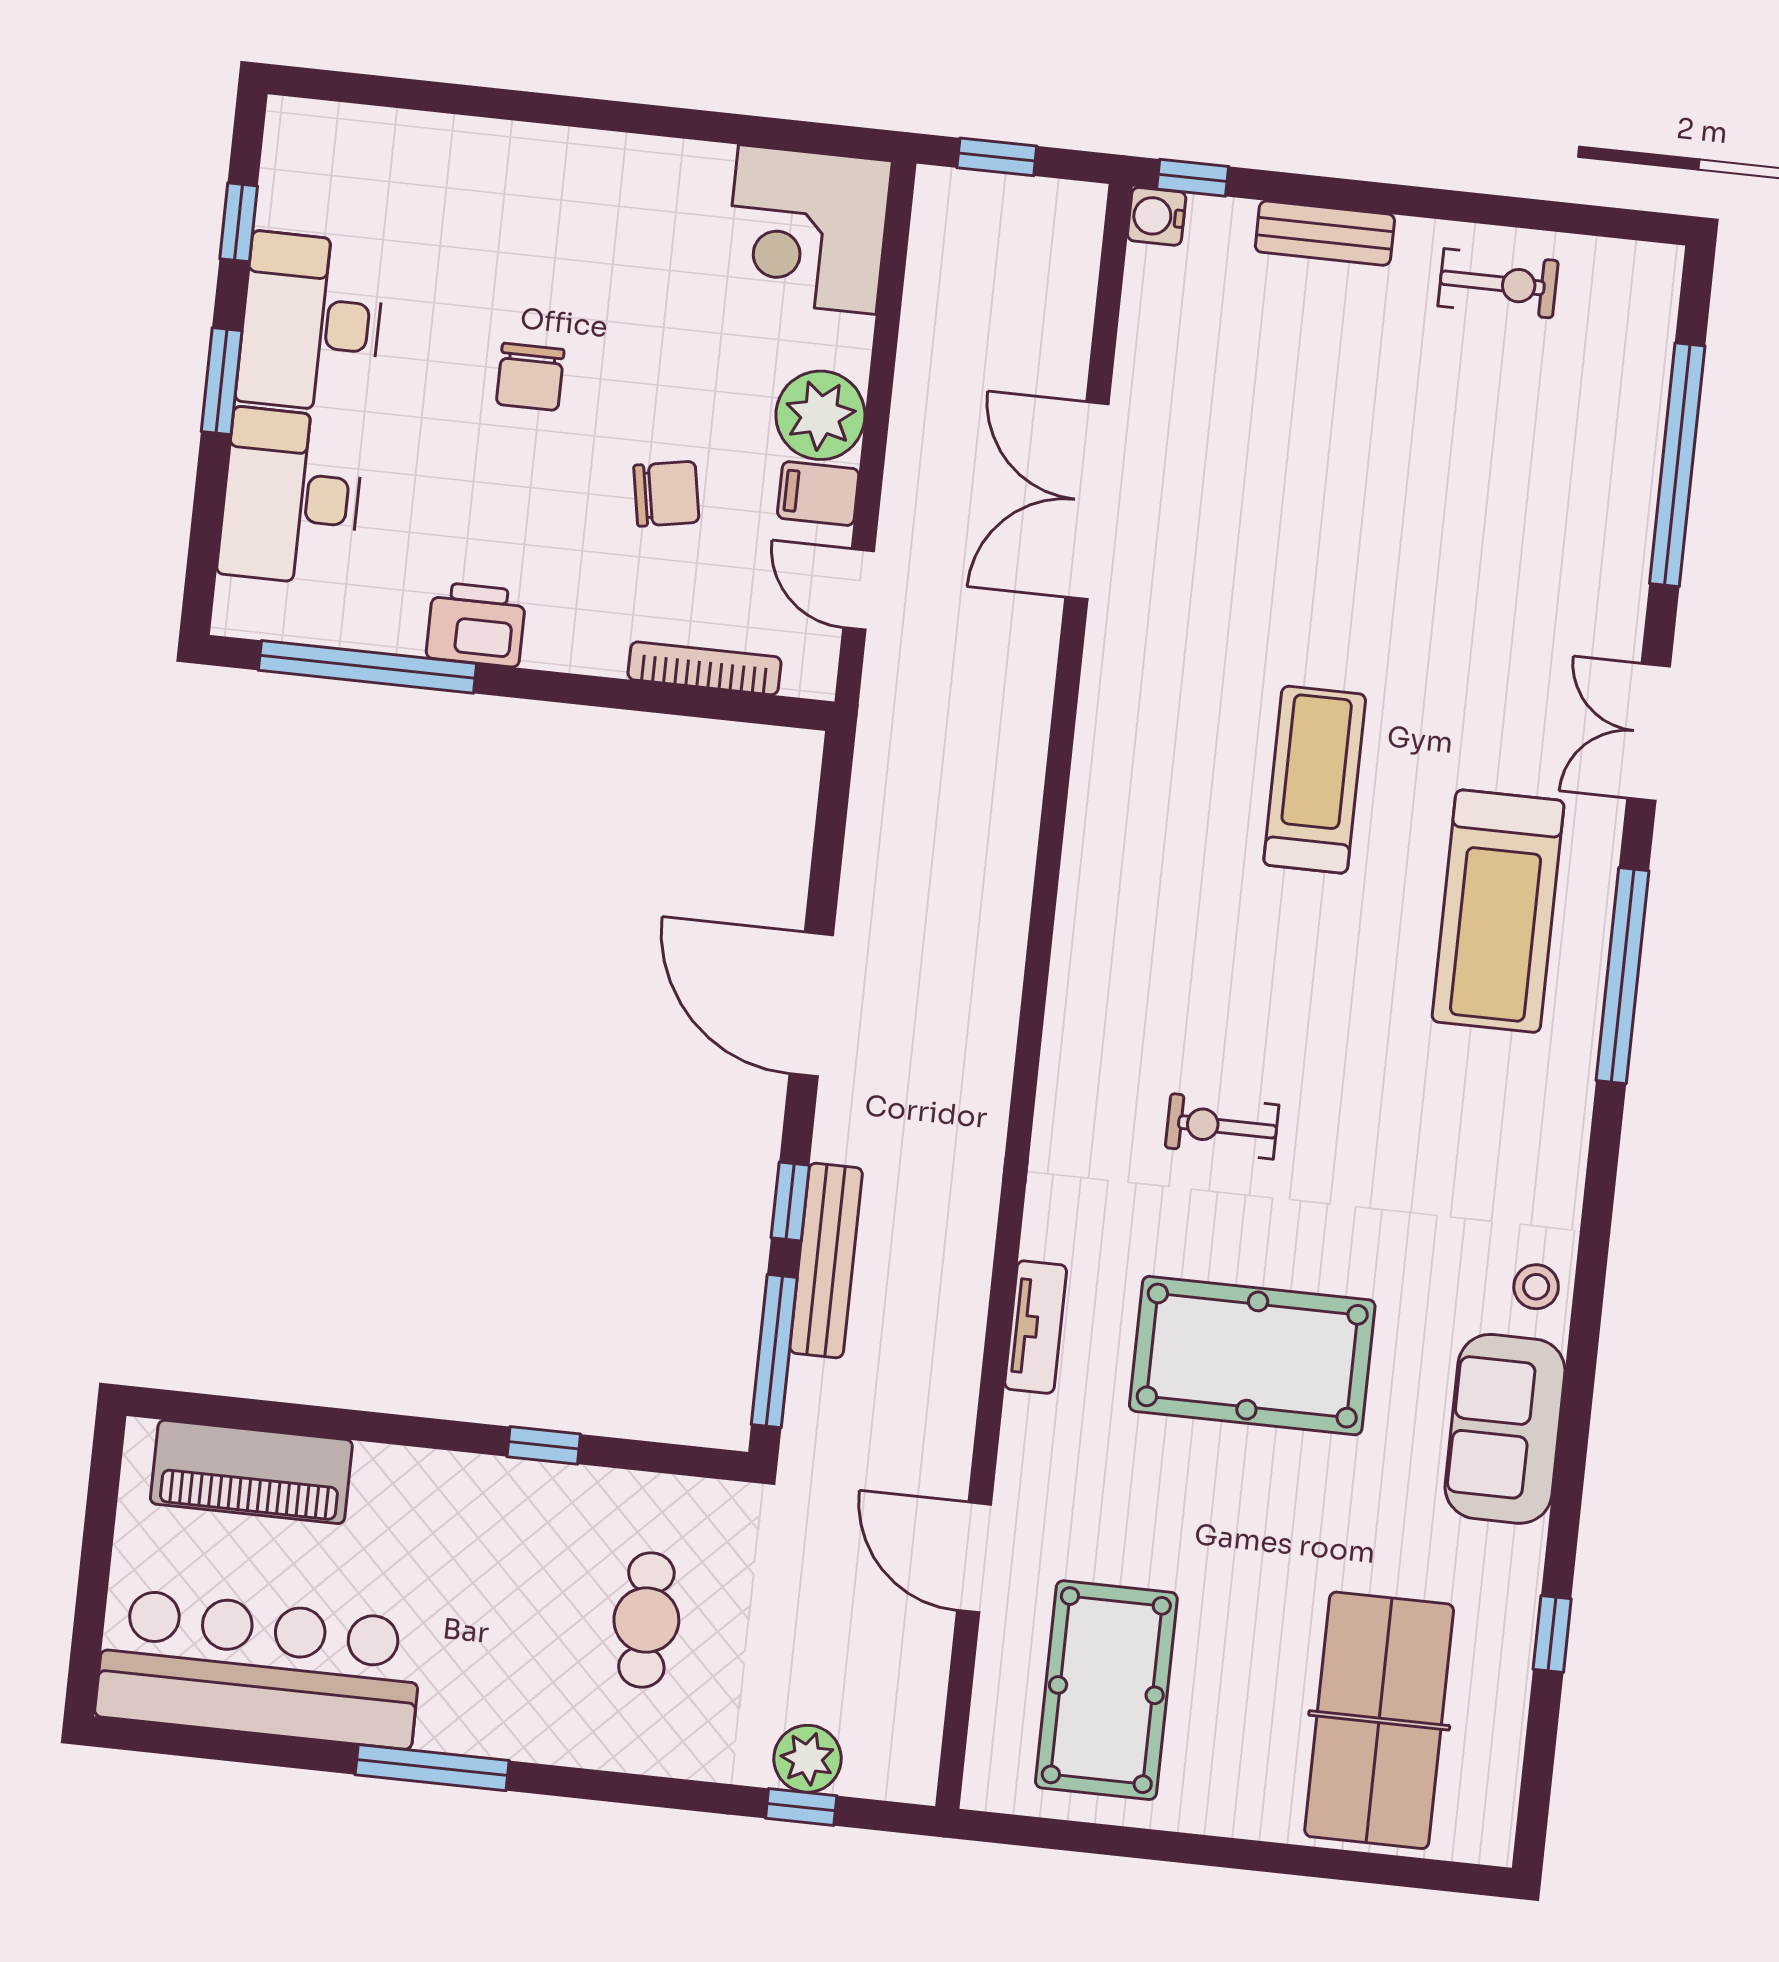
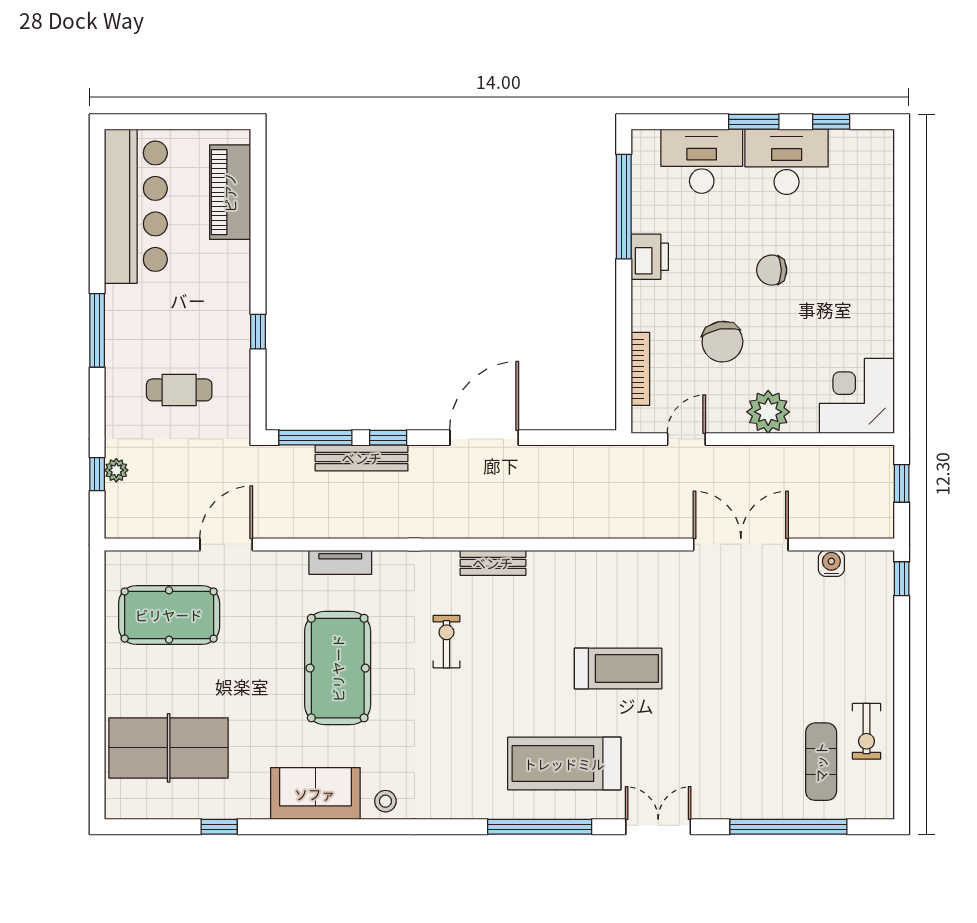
water cooler: (1157, 216) -> (831, 563), moved
bench: (1325, 233) -> (493, 563), moved, turned 90
exercise mat: (1551, 383) -> (821, 762), added
chair: (666, 494) -> (722, 342), width x1.37, depth x1.37
filing cabinet: (818, 494) -> (730, 415), removed
plant: (807, 1759) -> (116, 470), width x0.73, depth x0.73
window: (432, 1768) -> (97, 330), moved

